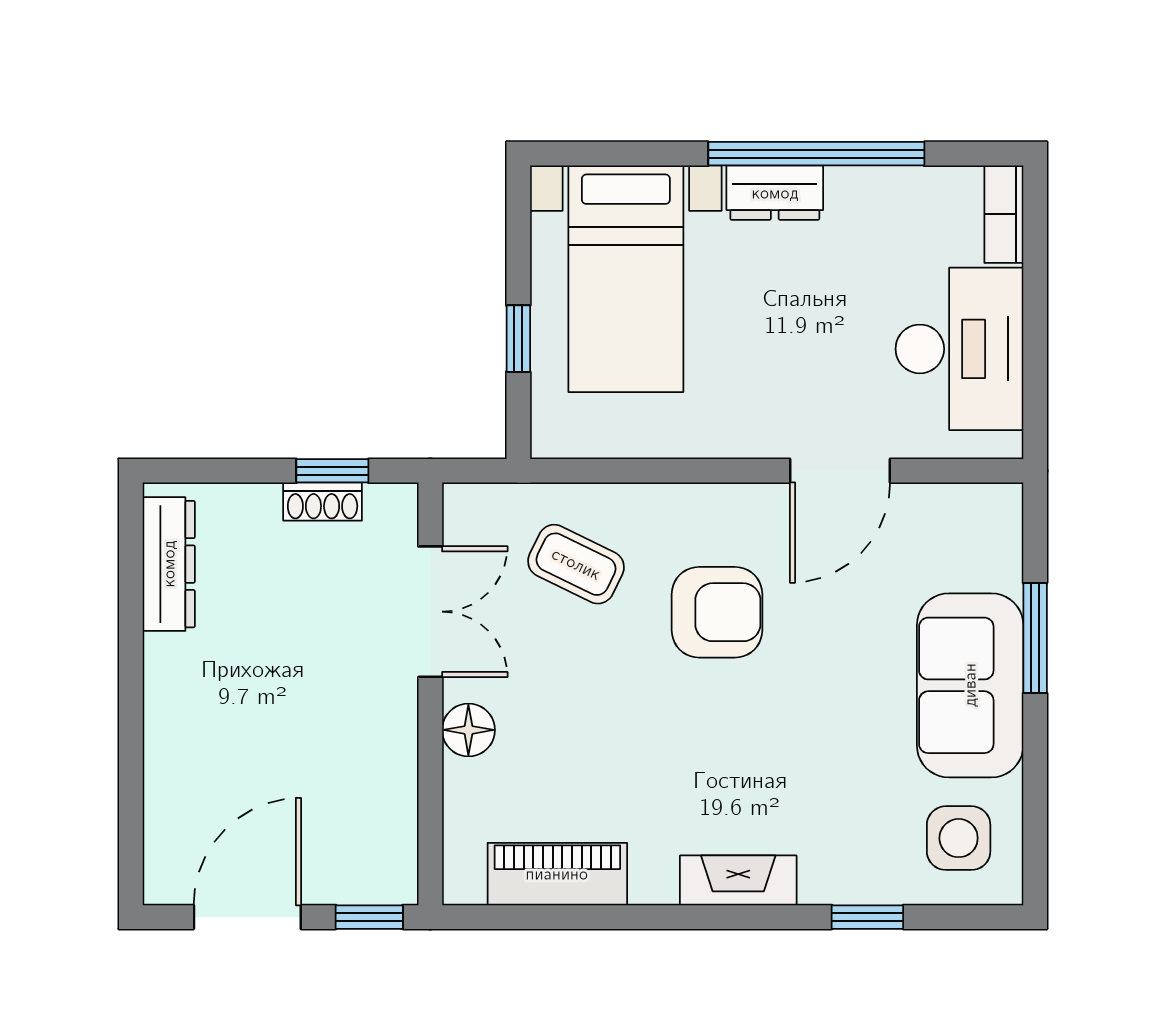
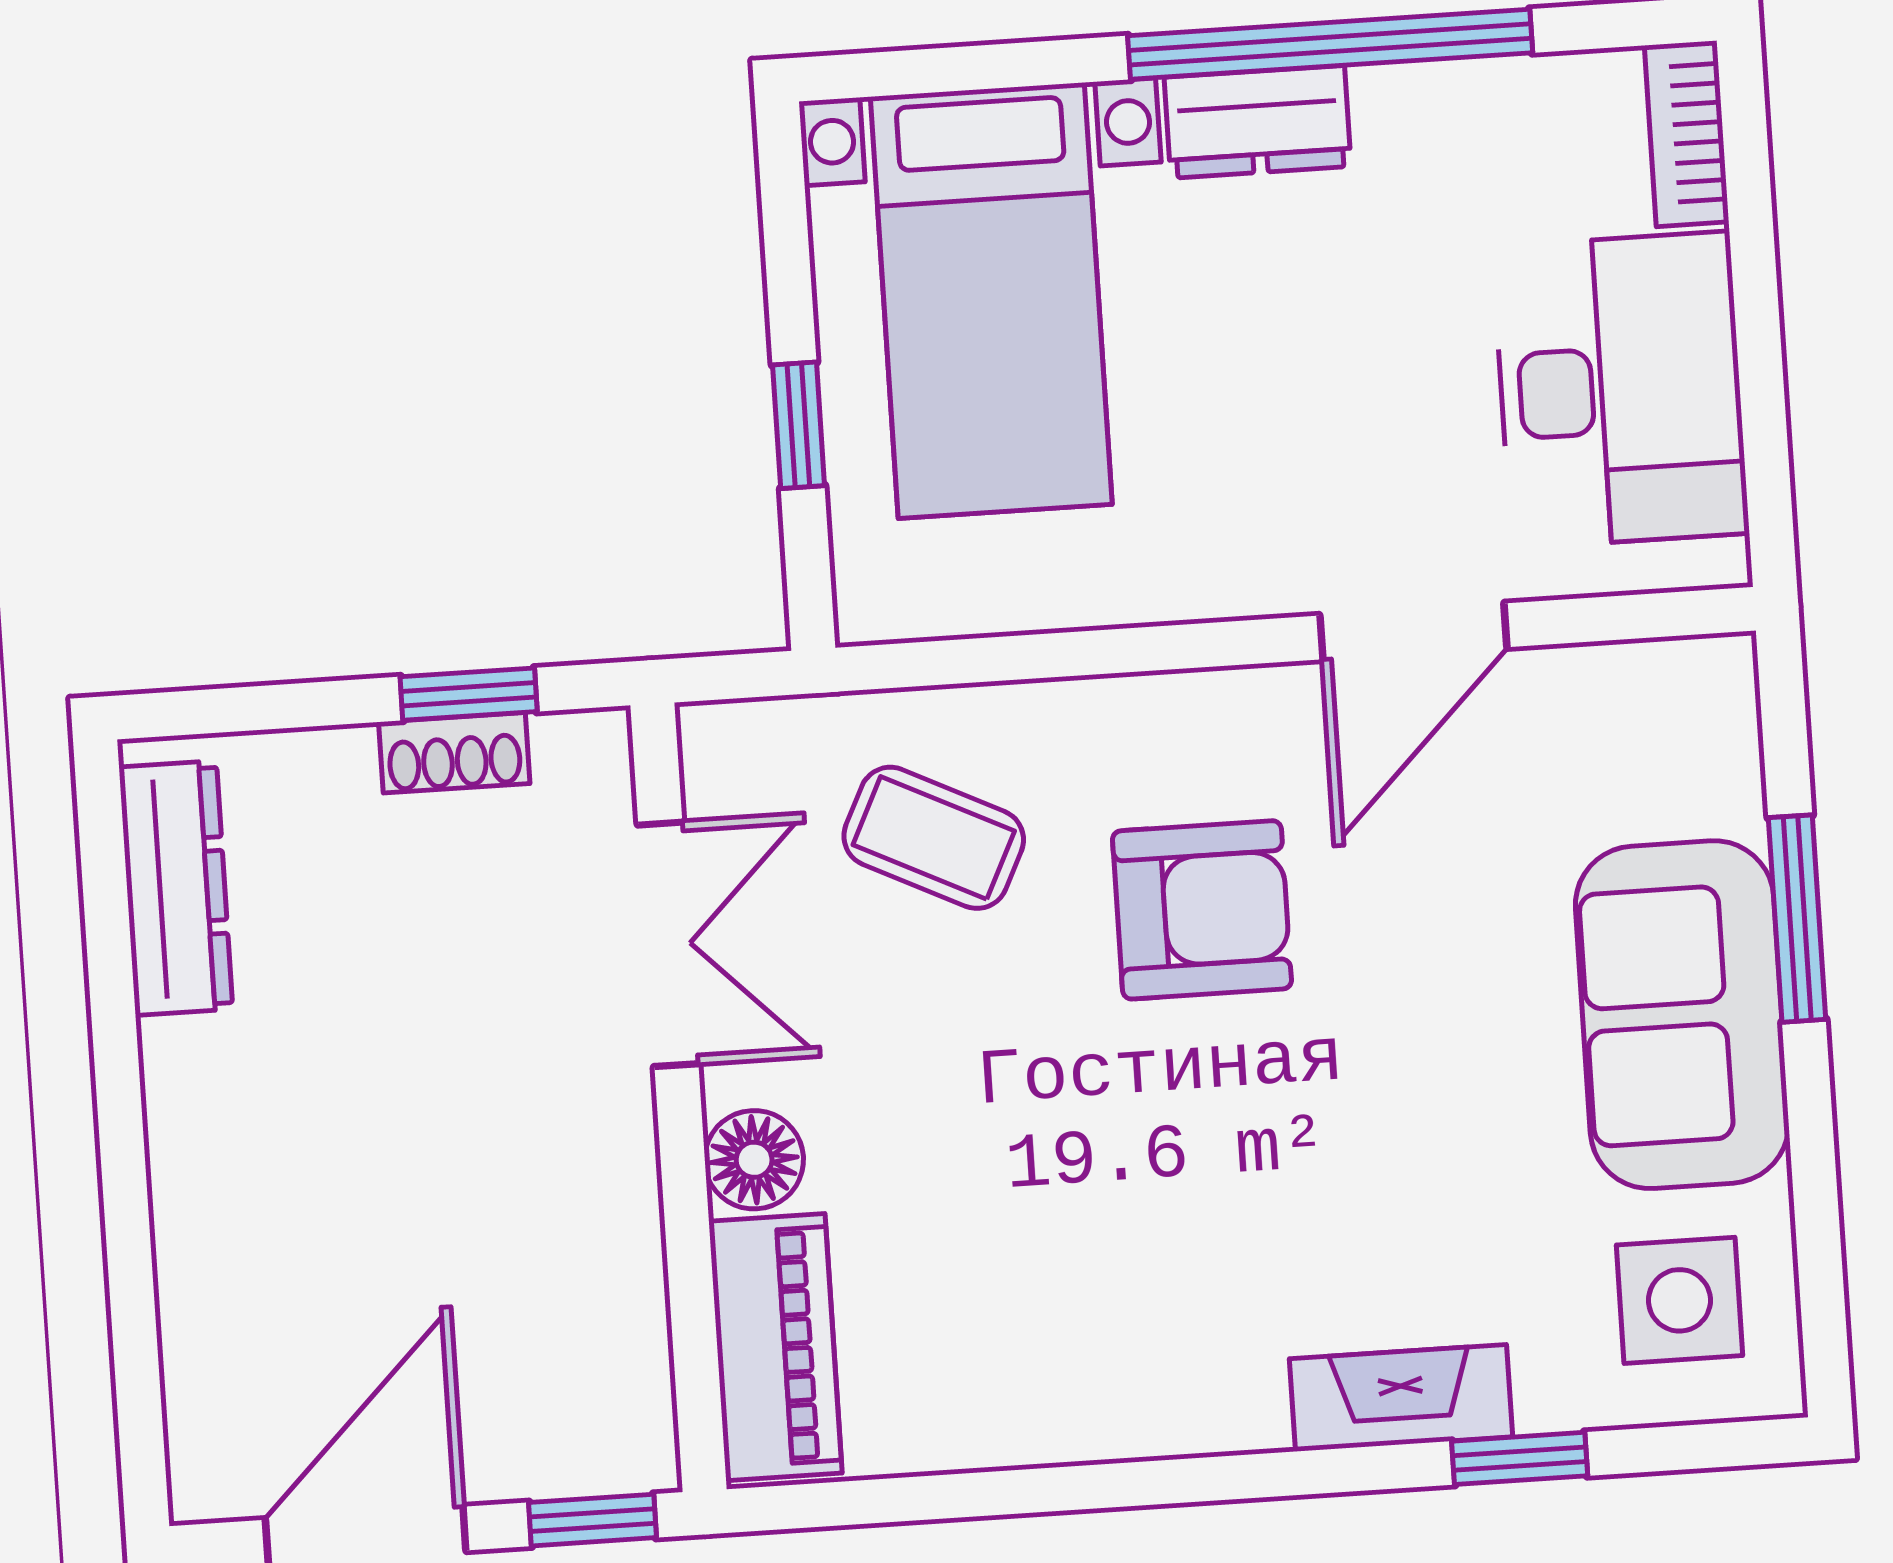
piano: (557, 874) -> (775, 1347), moved, turned 90
fireplace: (738, 880) -> (1401, 1398), moved

